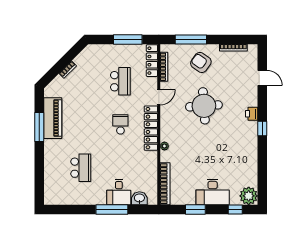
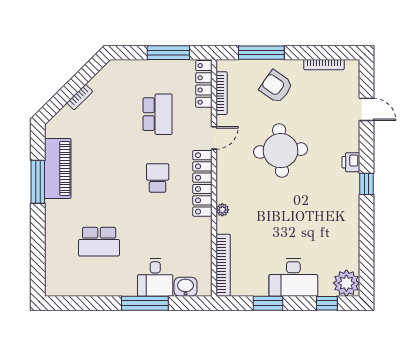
school desk: (81, 168) -> (99, 242), turned 90

